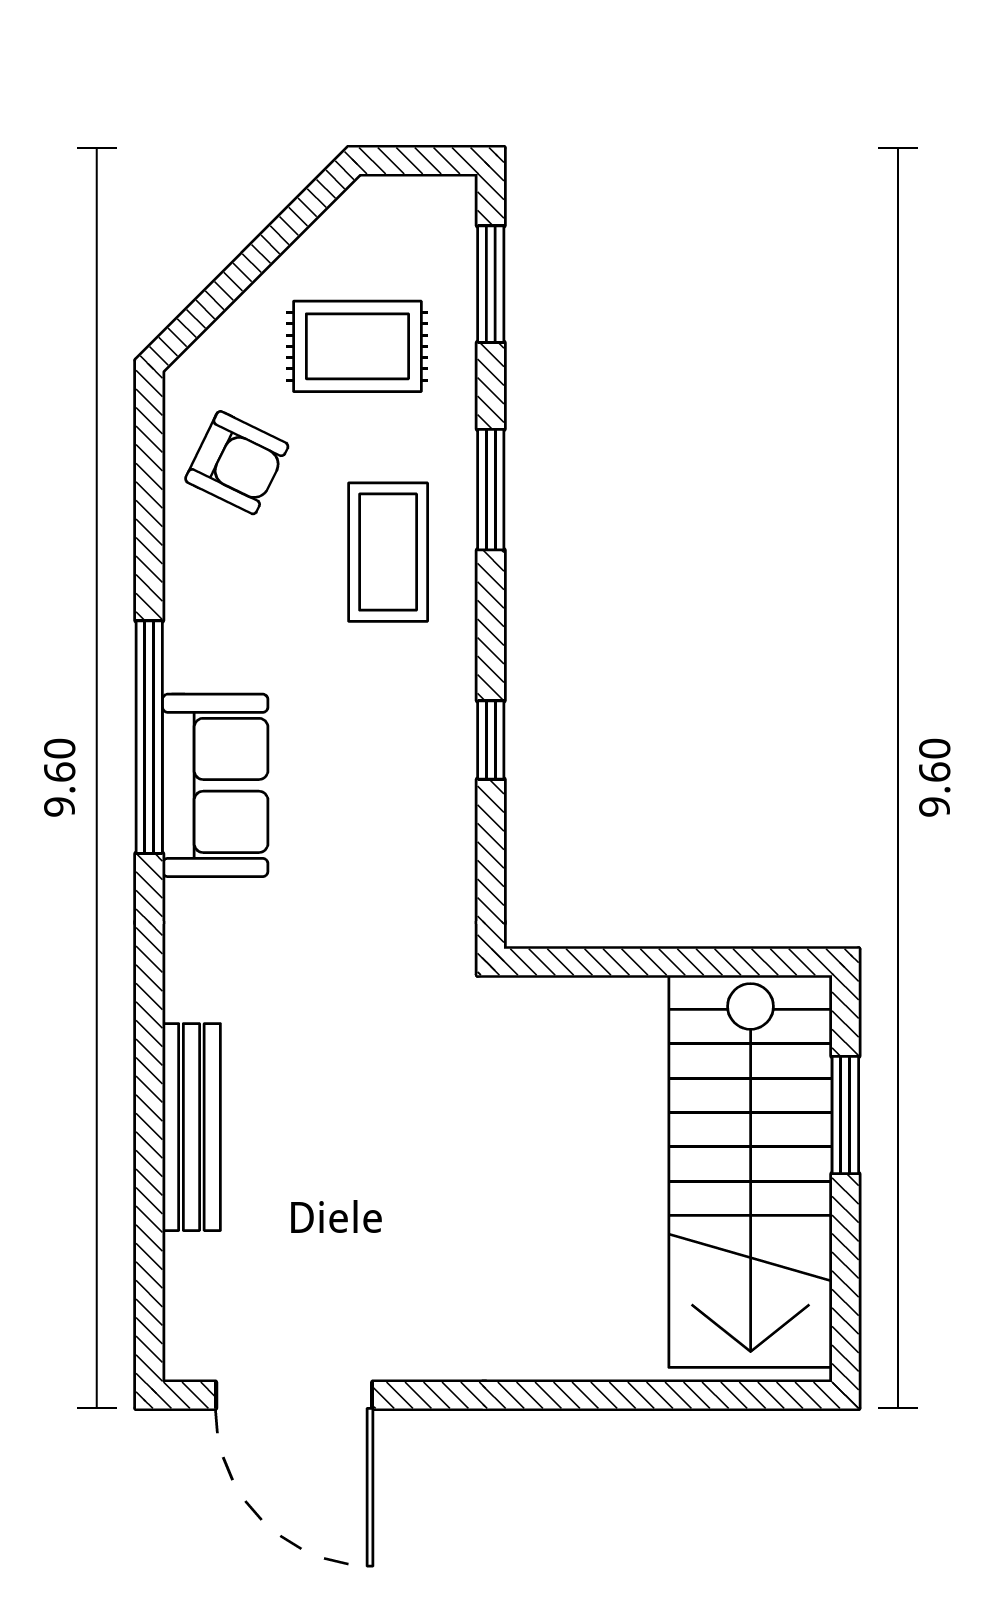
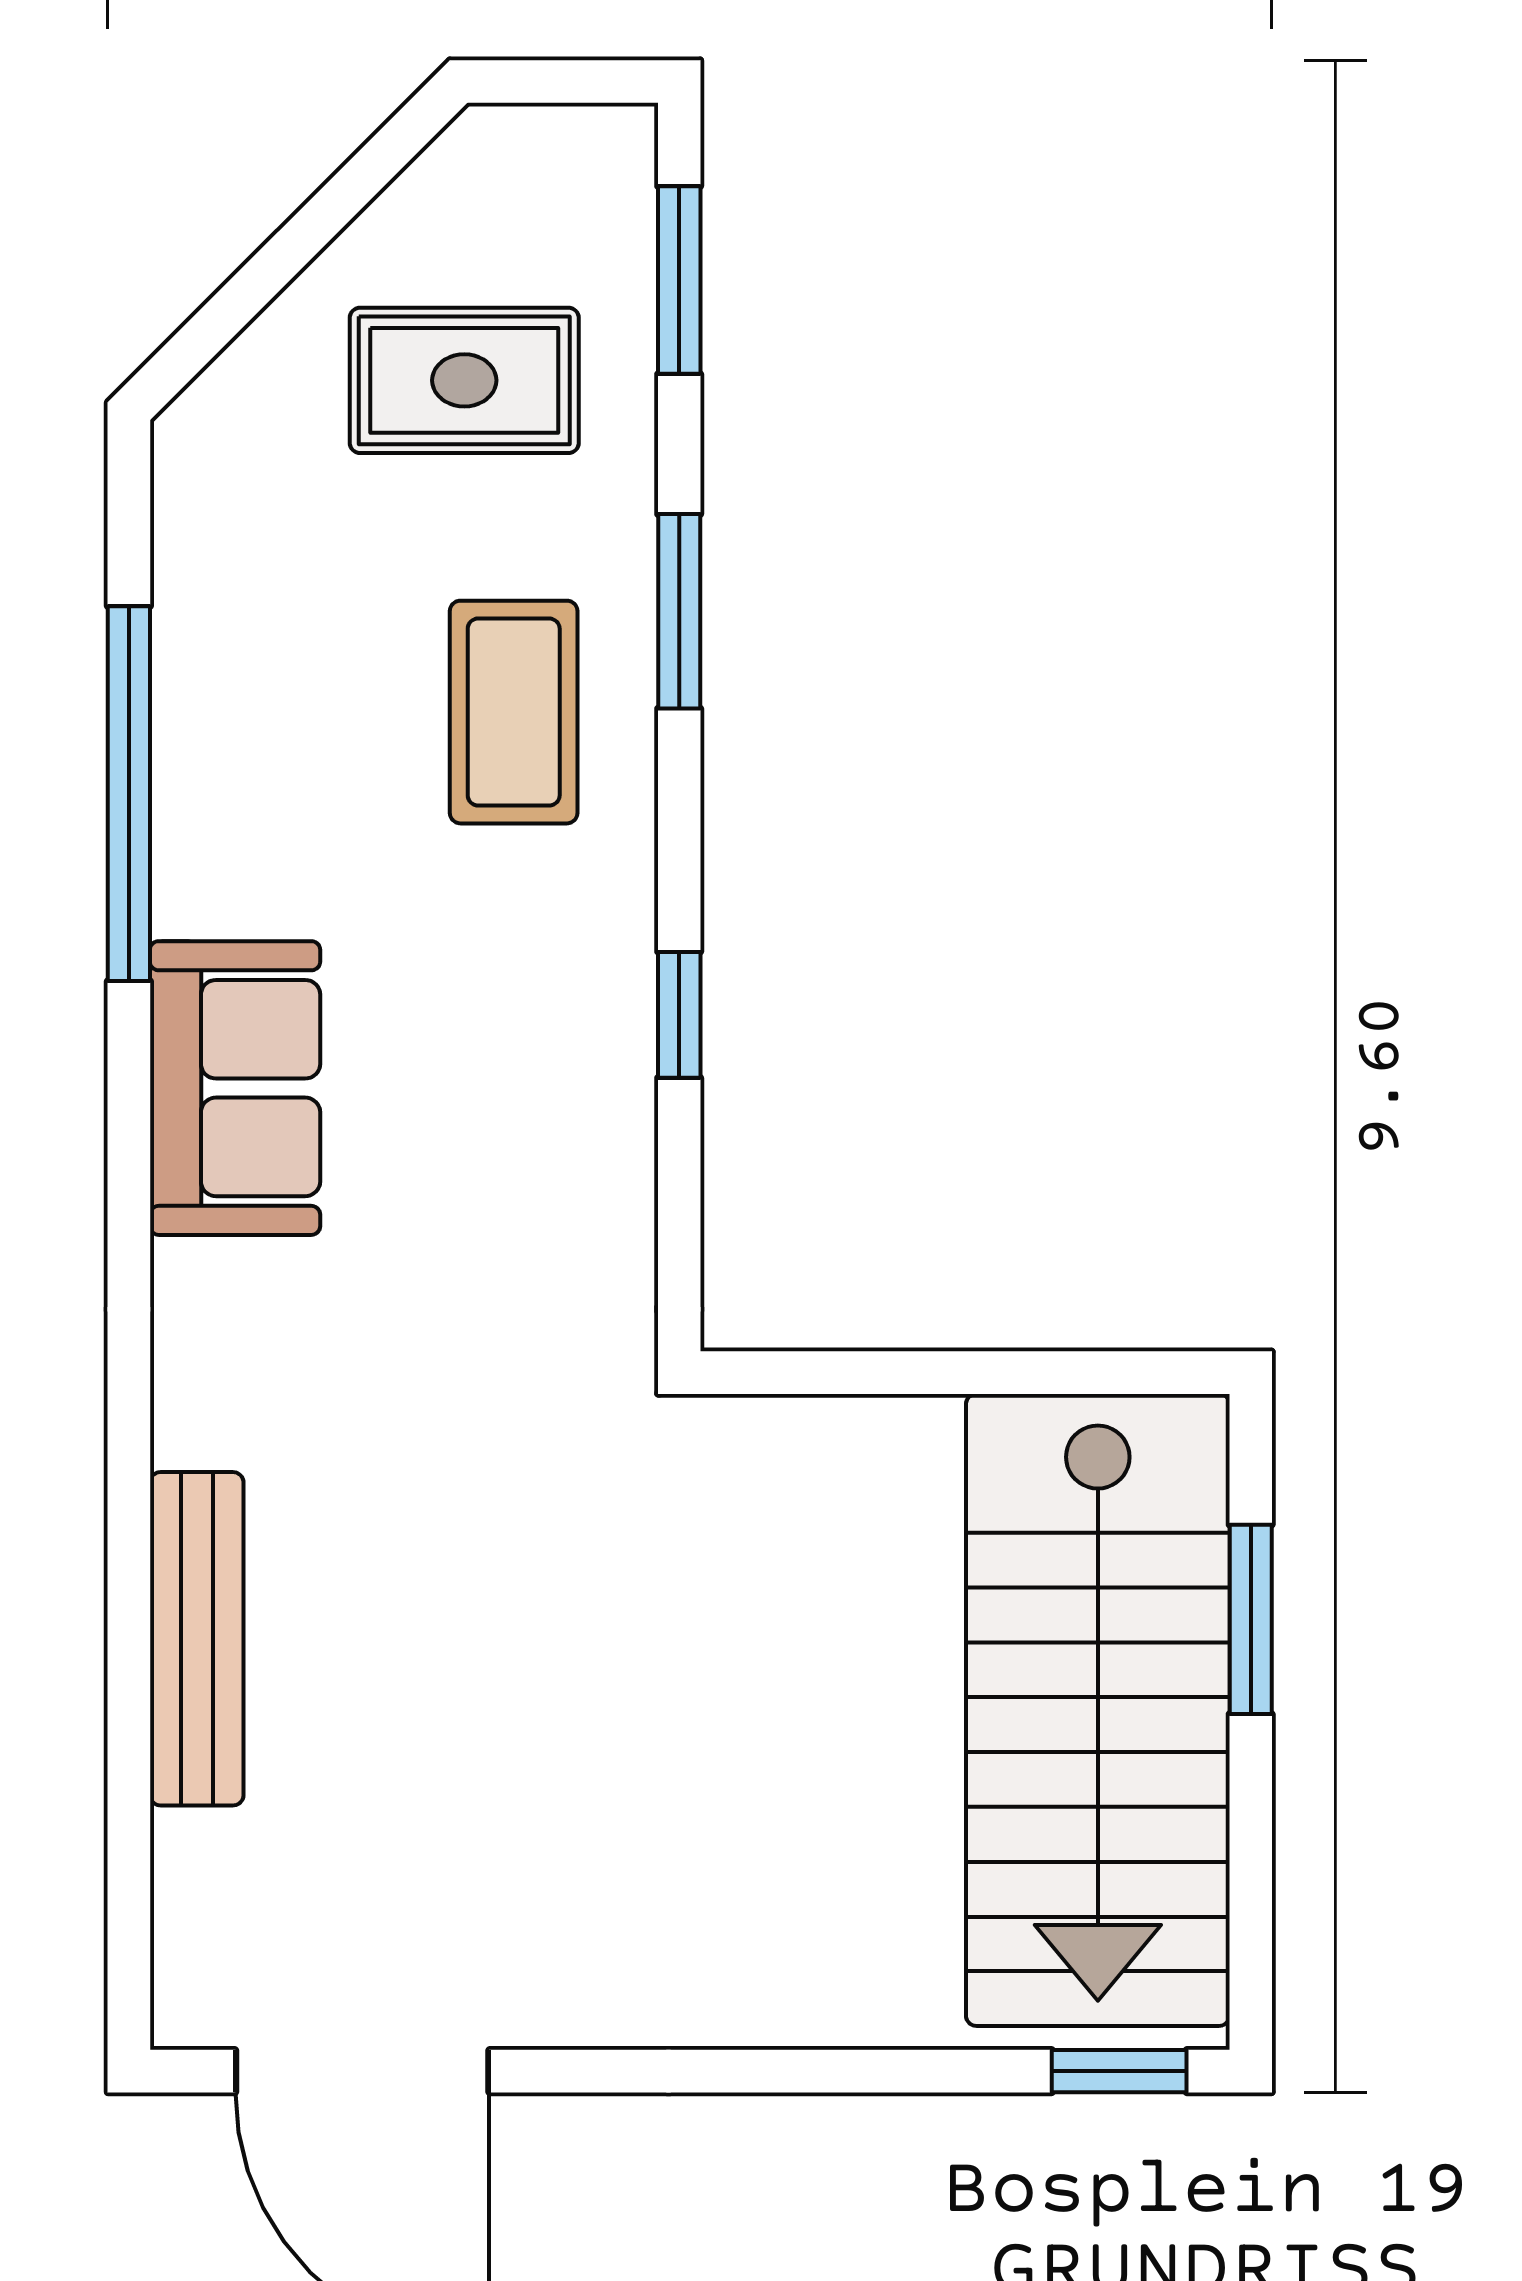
armchair: (237, 463) -> (270, 568), removed
window: (149, 737) -> (129, 794), moved
window: (764, 1395) -> (1119, 2071), added

